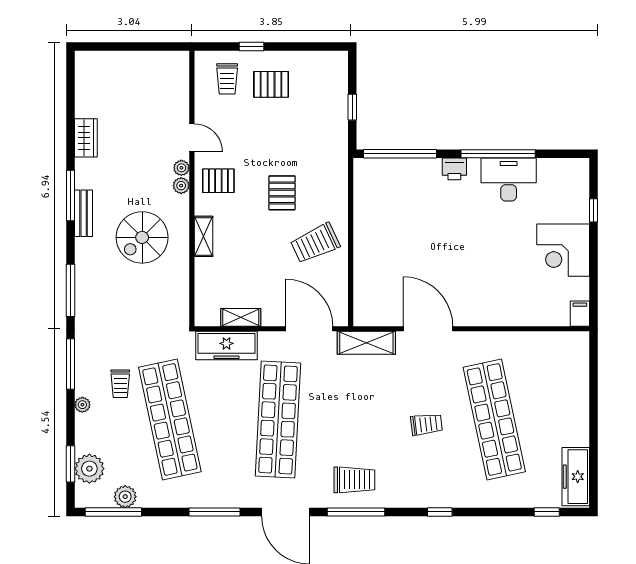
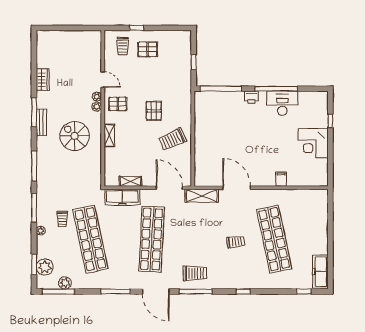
spiral stairs: (142, 237) -> (75, 136), turned 90
filing cabinet: (580, 314) -> (281, 179), moved

